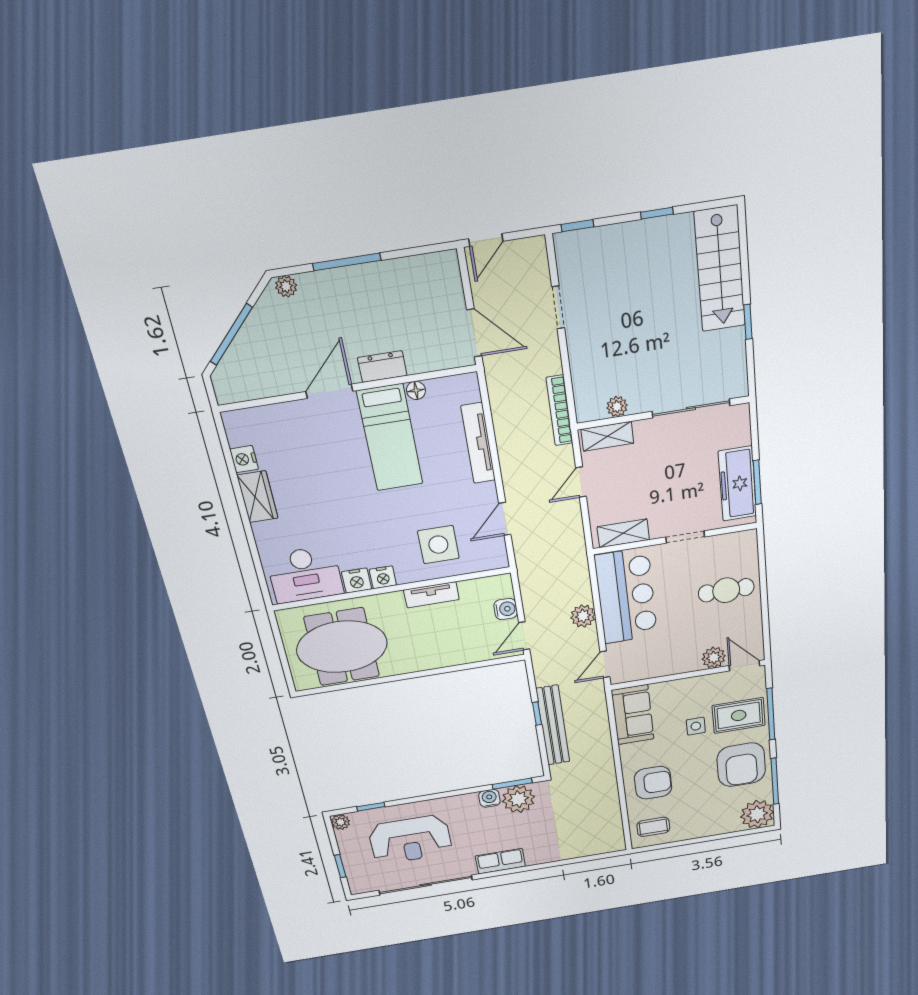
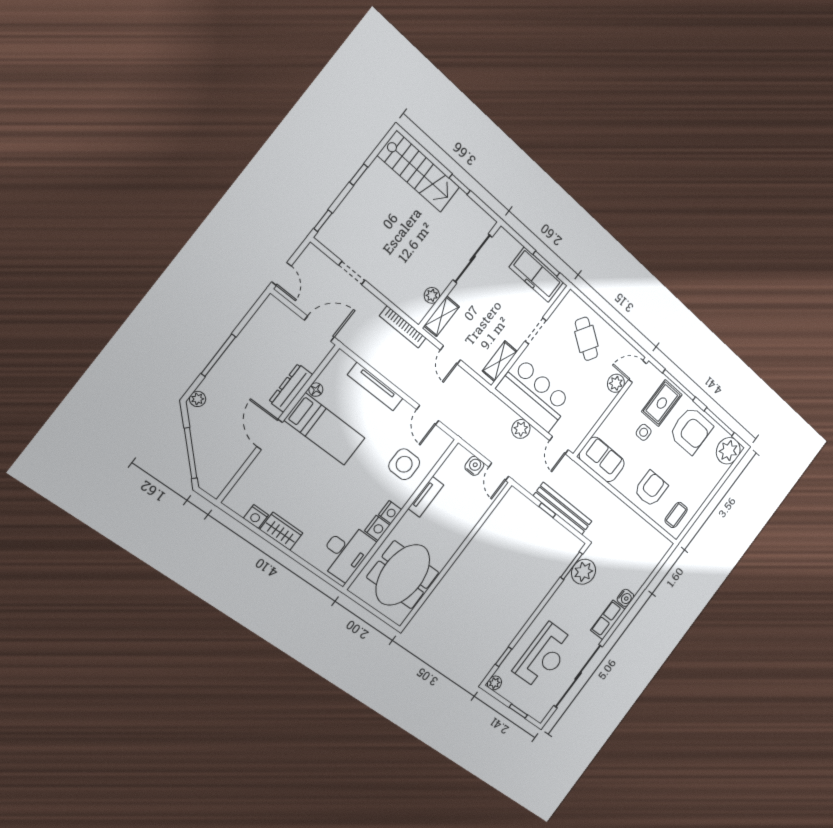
dresser: (382, 367) -> (291, 388), width x1.44
cafe table: (726, 590) -> (586, 339), turned -57
water cooler: (489, 798) -> (625, 598), moved, turned 180

